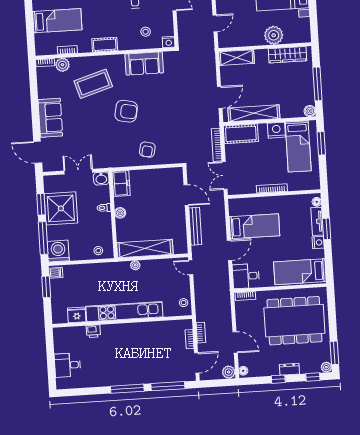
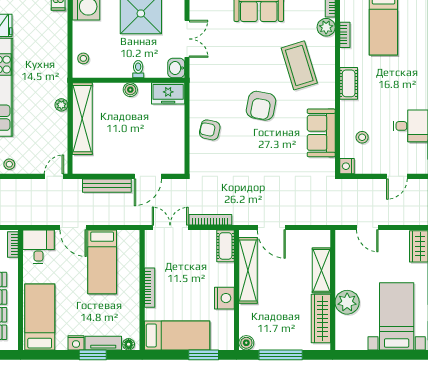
shelving: (237, 58) -> (321, 270), moved
cot: (241, 134) -> (226, 246), width x0.73, depth x0.75
bed: (298, 146) -> (177, 335), moved, turned 180

